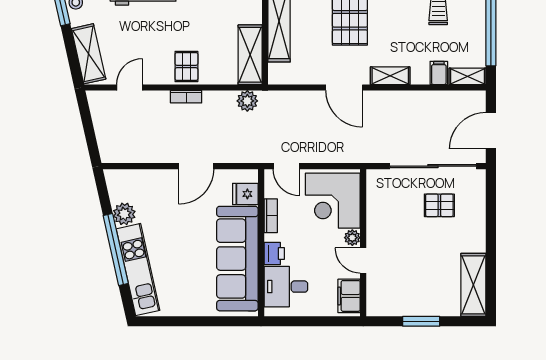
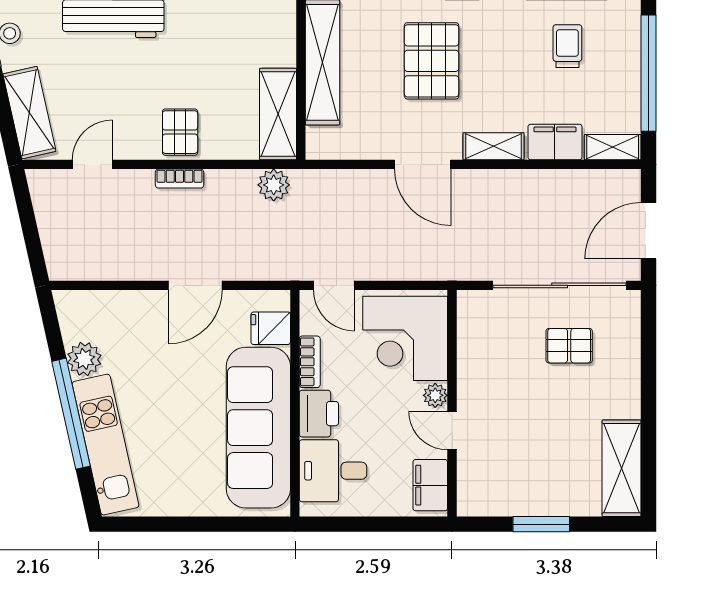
filing cabinet: (439, 73) -> (555, 142), width x2.00
printer: (274, 254) -> (319, 414), width x1.36, depth x1.24

